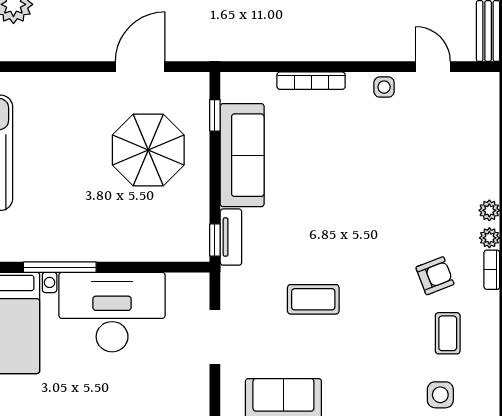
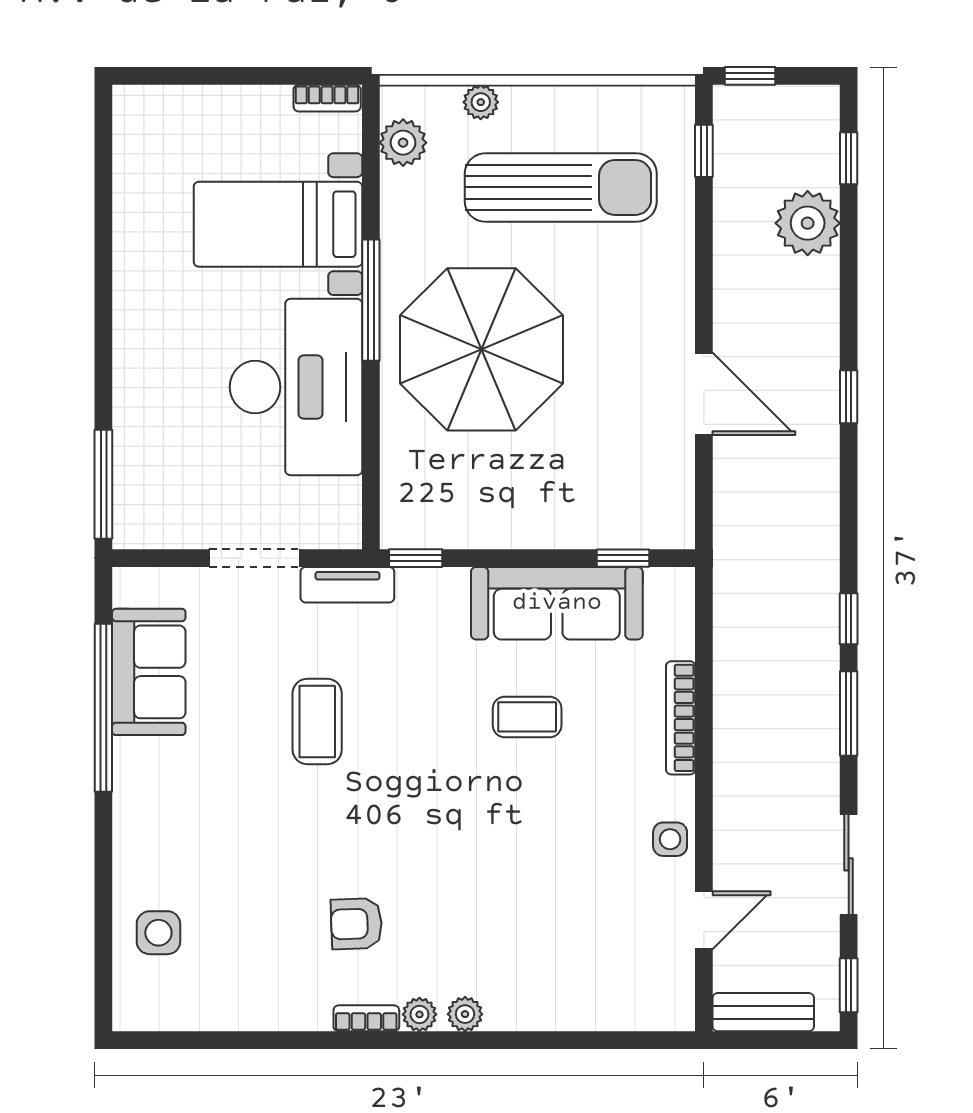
door: (140, 67) -> (704, 394), moved
parasol: (148, 150) -> (482, 349), moved, width x1.36, depth x1.36
tv unit: (231, 237) -> (347, 585), moved
armchair: (435, 276) -> (356, 924), turned 109
coffee table: (448, 333) -> (527, 717), moved

